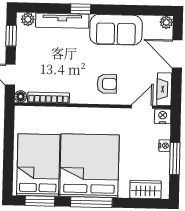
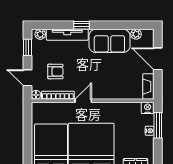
plant: (166, 22) -> (136, 34), moved
armchair: (107, 84) -> (55, 71), moved
door: (142, 107) -> (83, 101), moved
window: (175, 158) -> (158, 125), moved

